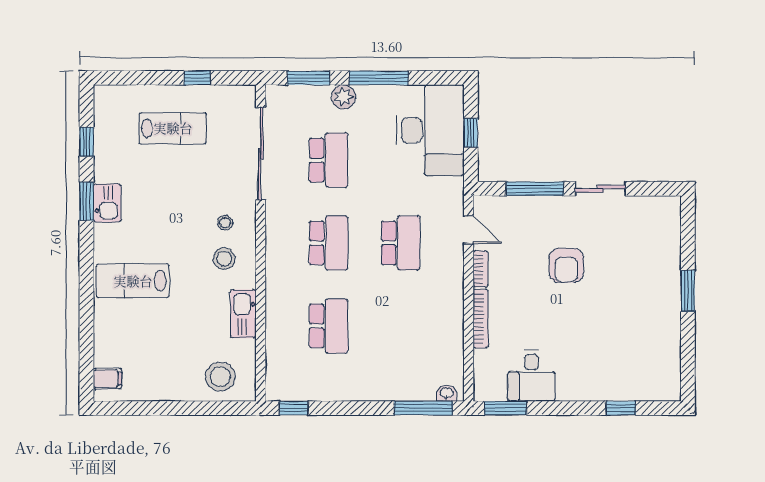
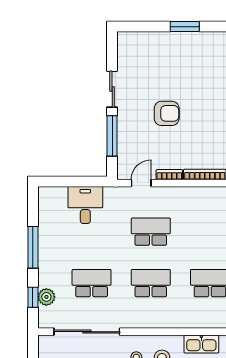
window: (309, 78) -> (33, 297), width x0.67
plant: (343, 97) -> (46, 297), moved
desk: (430, 130) -> (85, 205), width x0.53, depth x0.77
window: (471, 133) -> (72, 181), removed

